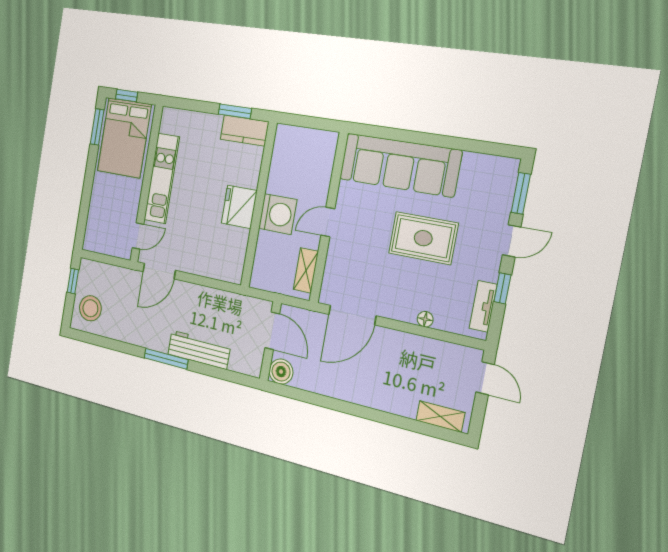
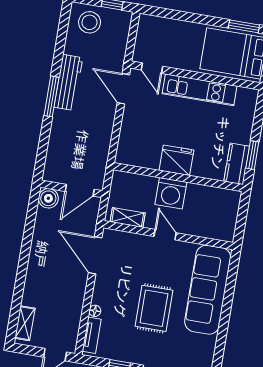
tv unit: (483, 306) -> (92, 335), moved, turned 90
workbench: (199, 350) -> (68, 82), moved

